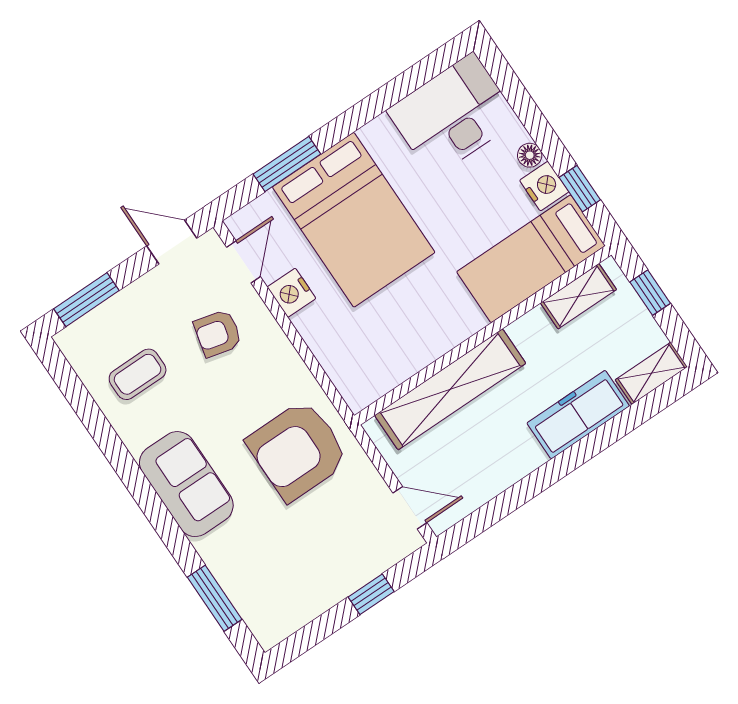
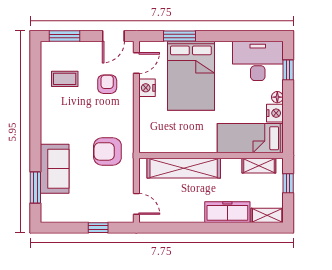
window: (580, 189) -> (288, 70), moved
door: (172, 242) -> (113, 36), swing flipped
armchair: (218, 333) -> (107, 84), turned 76
armchair: (298, 450) -> (107, 151), width x0.73, depth x0.73
sofa: (186, 484) -> (55, 169), moved

